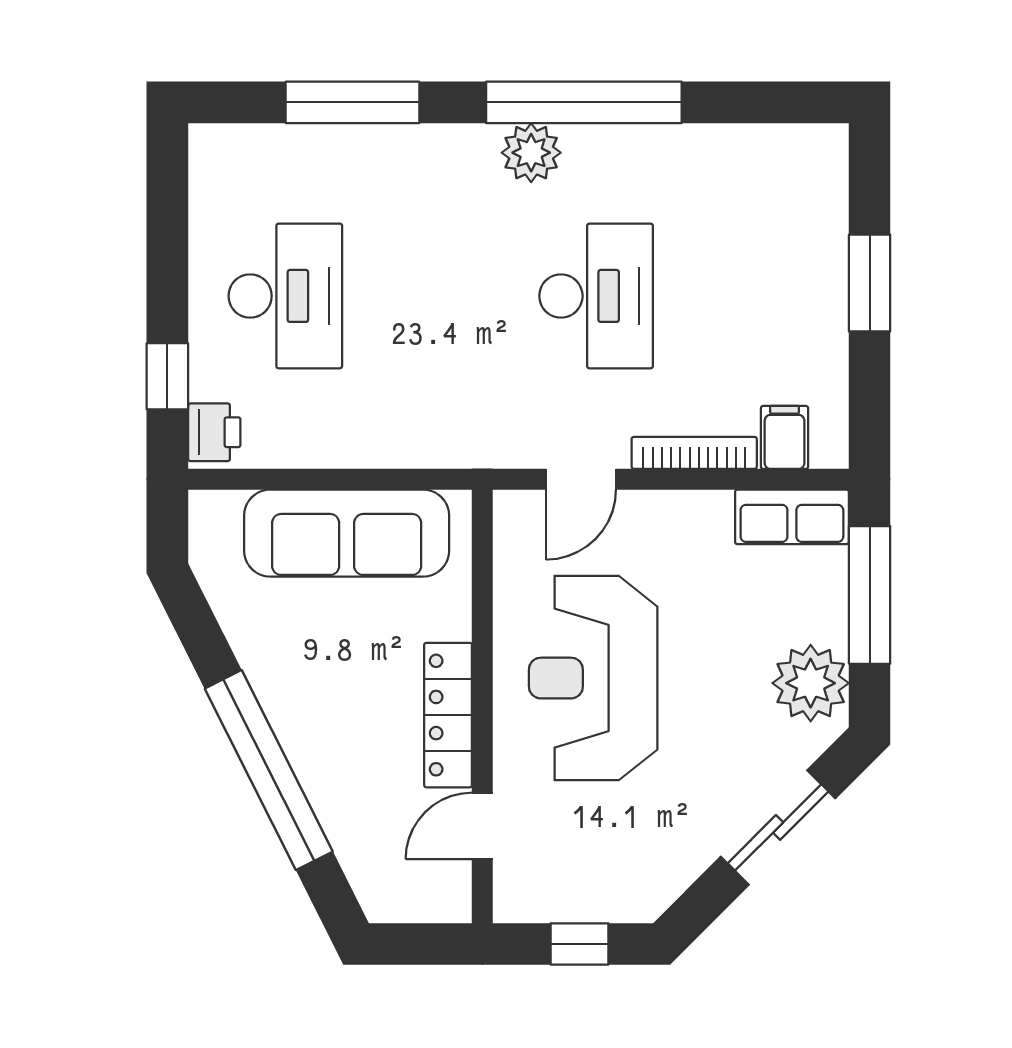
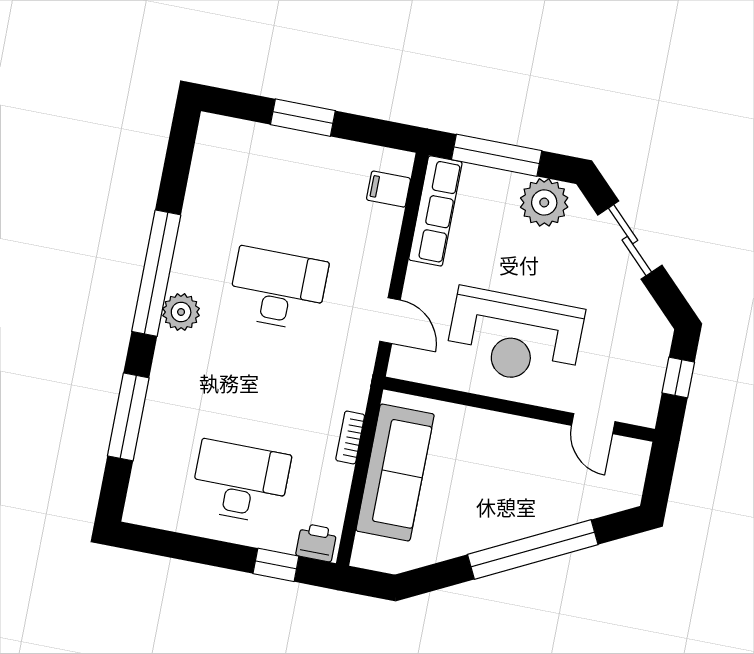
bookcase: (694, 453) -> (350, 437), moved, width x0.64
row of seats: (792, 517) -> (435, 211), width x1.48
locker: (448, 715) -> (520, 431), removed

